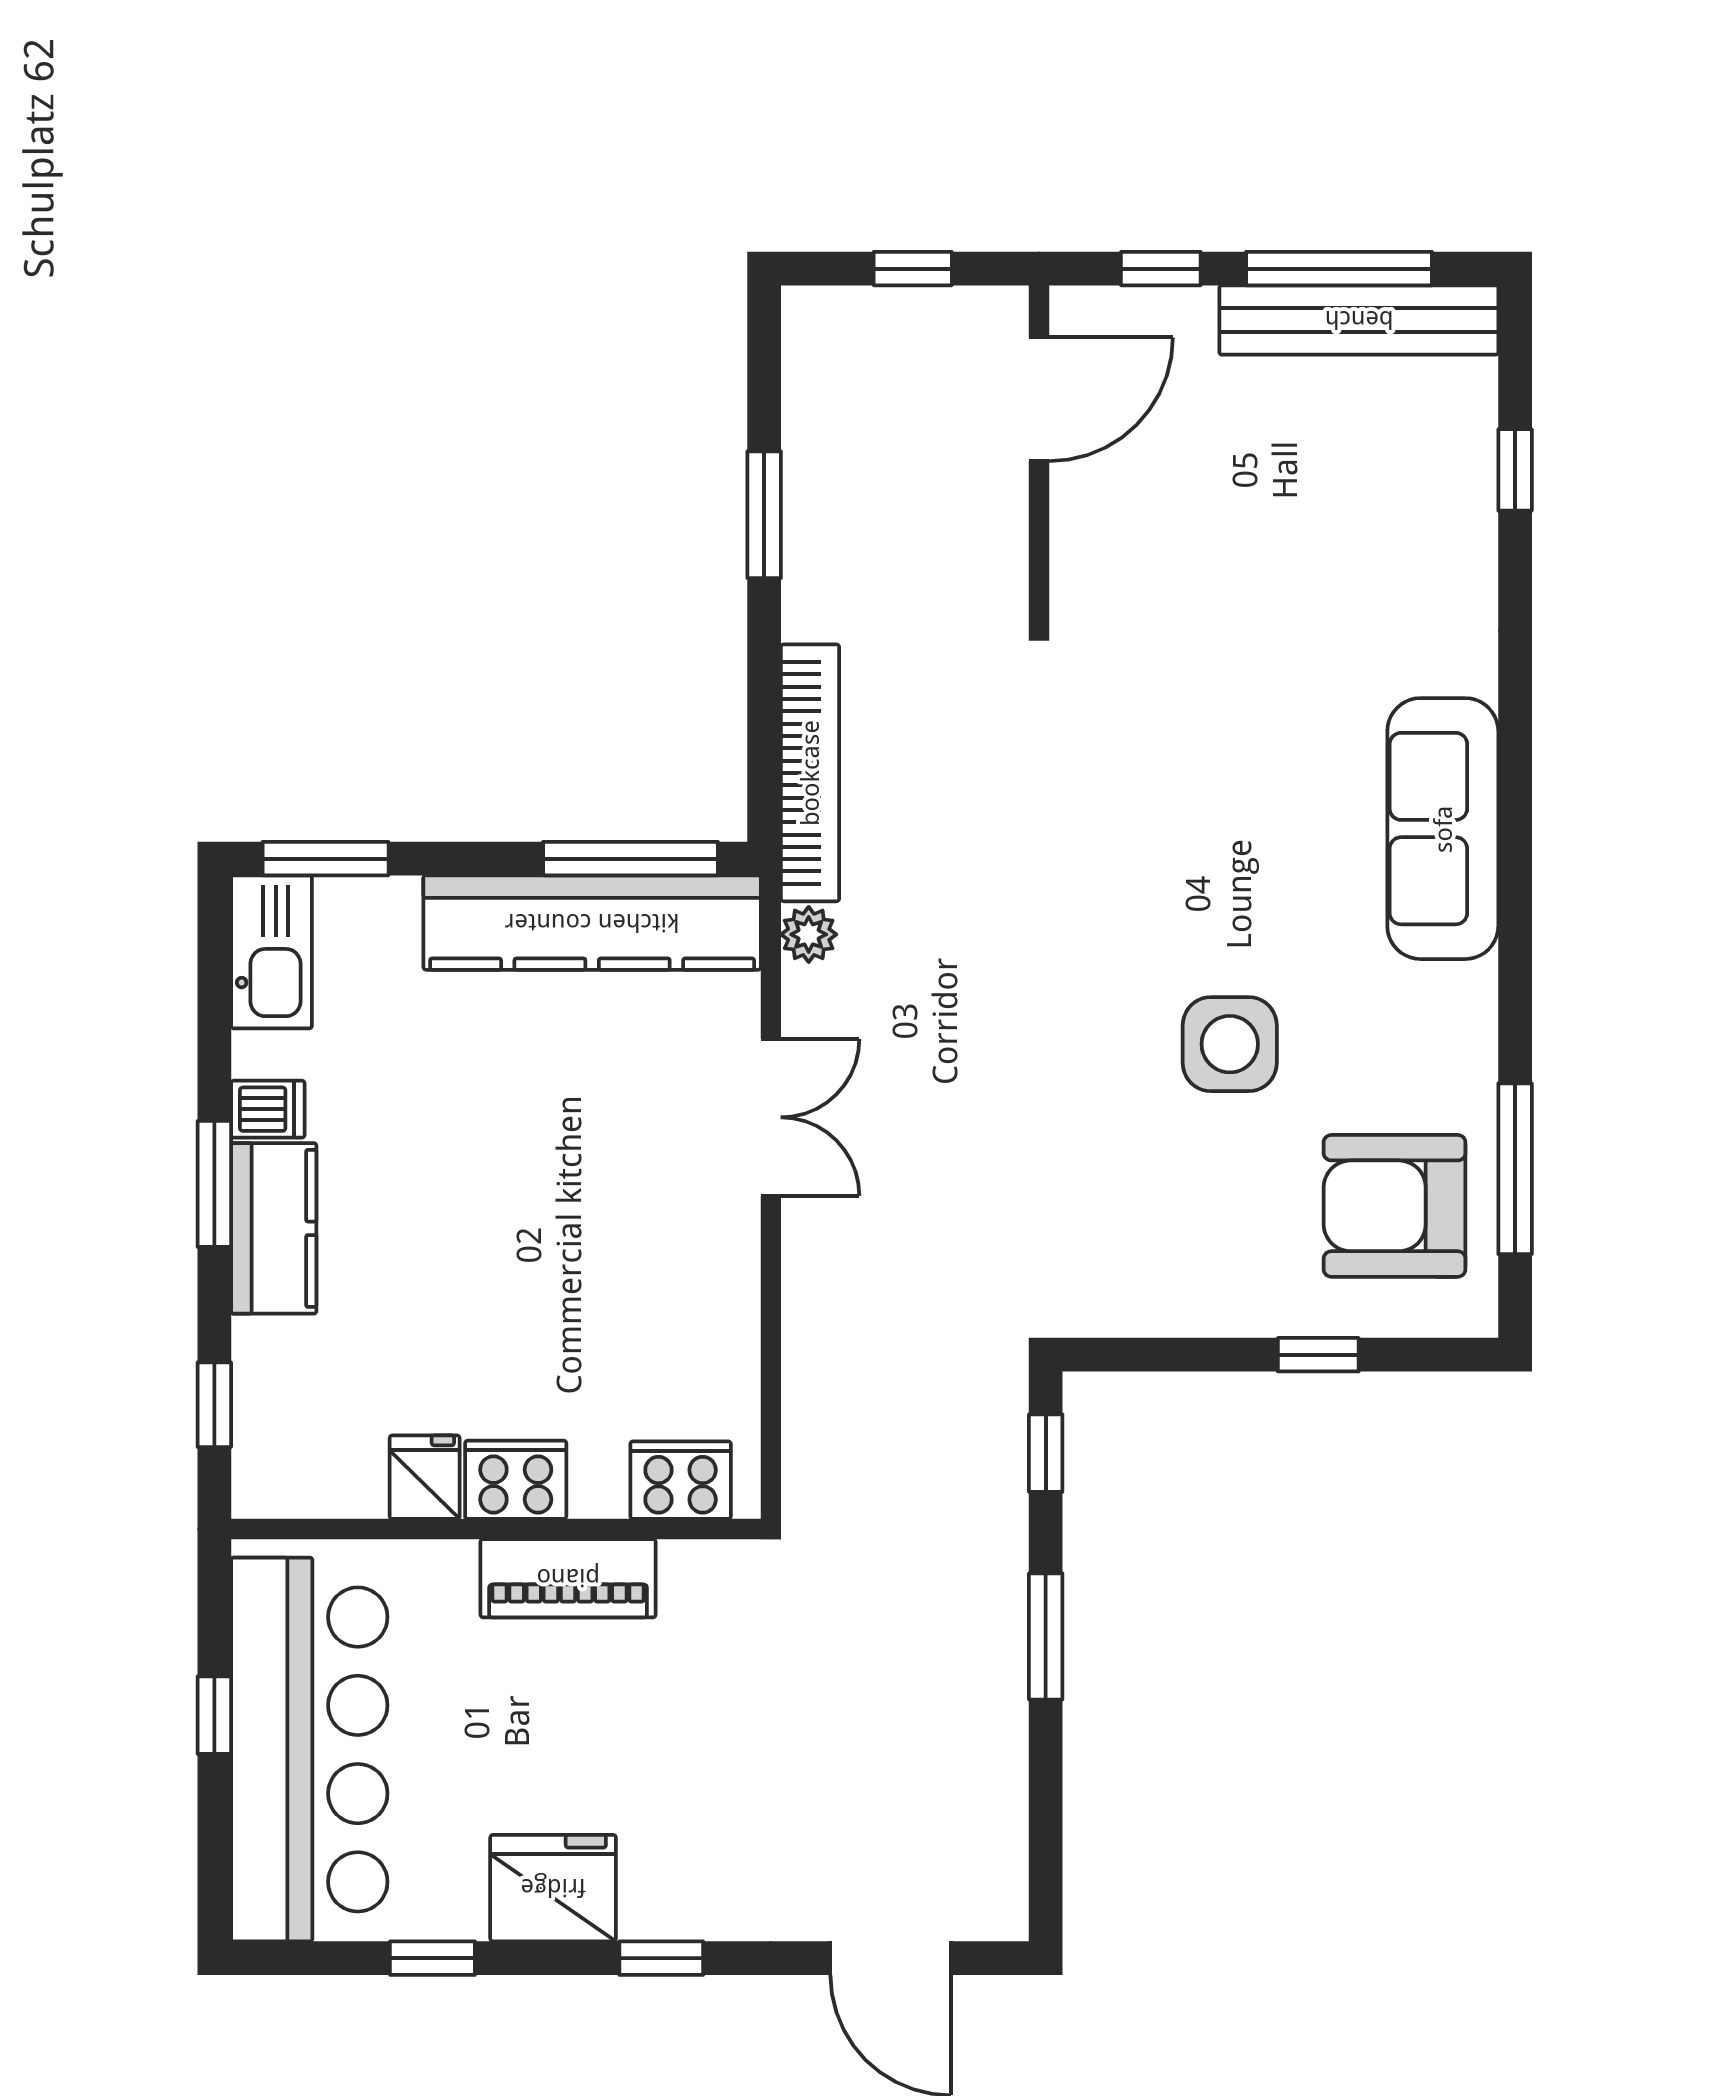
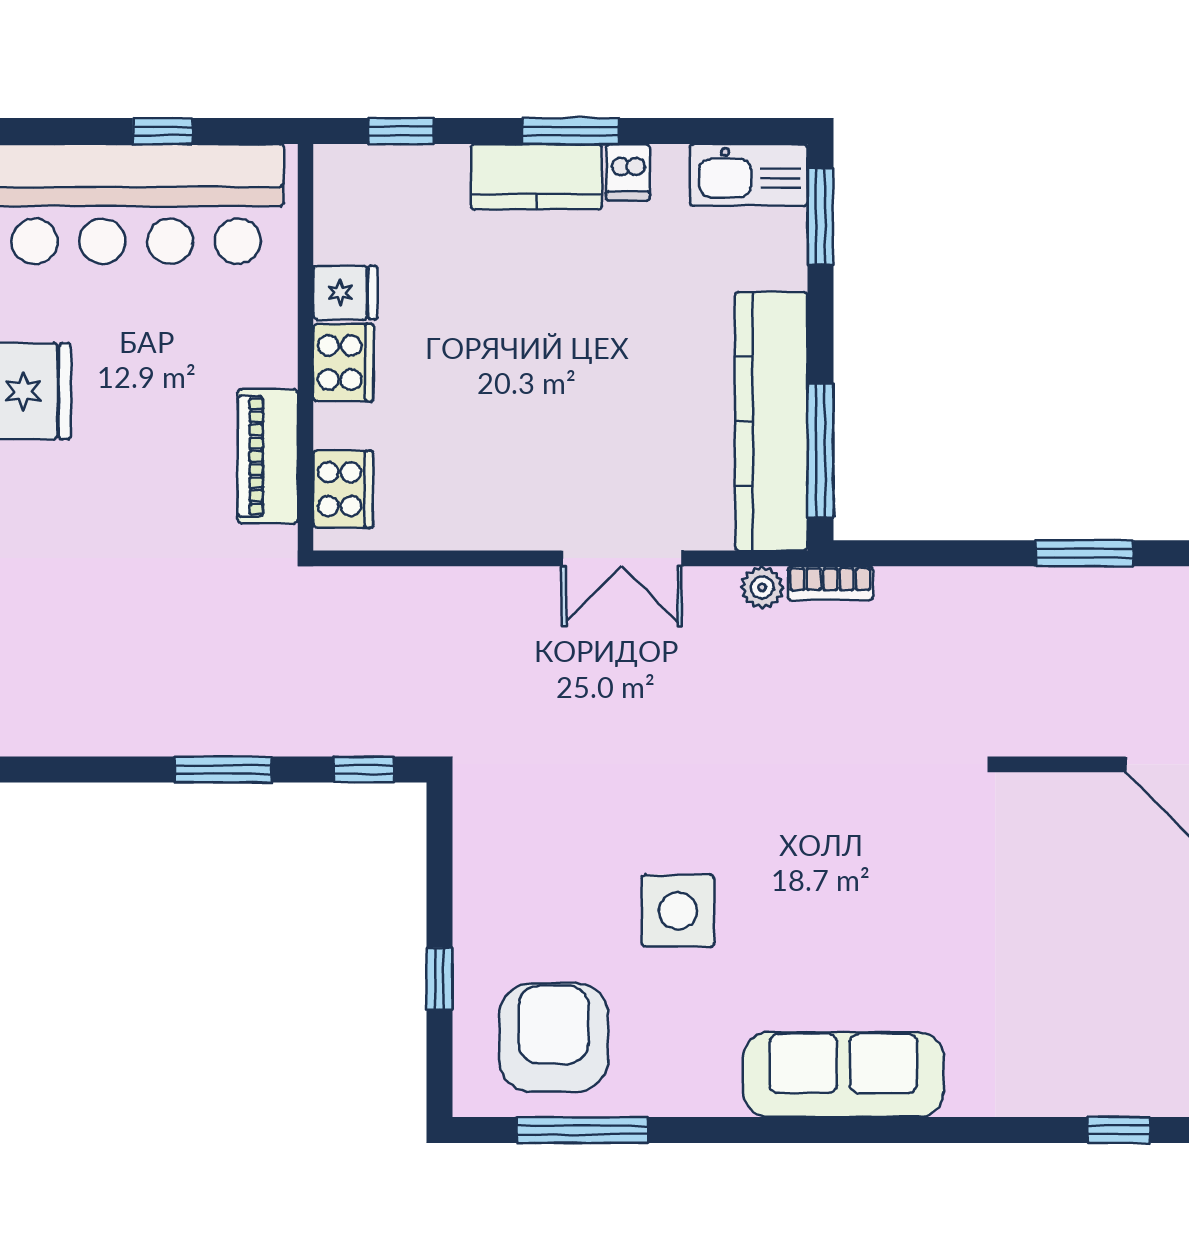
bookcase: (810, 773) -> (830, 583), width x0.43, depth x0.76
piano: (568, 1578) -> (268, 456), moved

